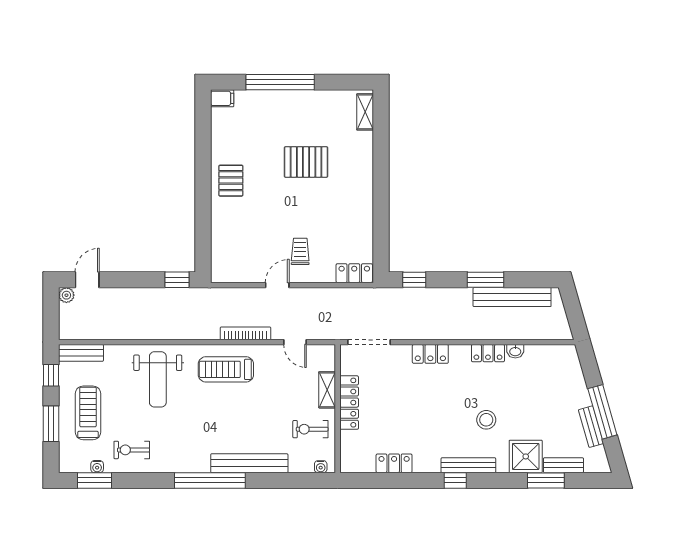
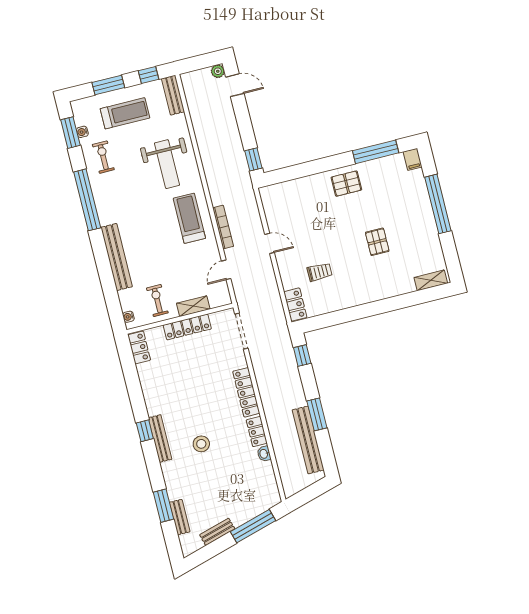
window: (203, 138) -> (376, 152), added
pallet: (306, 162) -> (377, 242), width x0.67, depth x0.71
trolley: (300, 251) -> (320, 272), moved
locker: (430, 354) -> (246, 392), width x1.53
weight bench: (158, 379) -> (167, 164), turned -90
window: (602, 412) -> (253, 526), moved
shower: (526, 456) -> (179, 484), removed
locker: (394, 463) -> (139, 347), moved
window: (210, 480) -> (87, 200), moved

